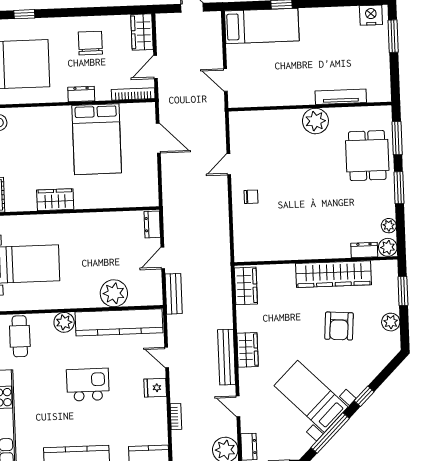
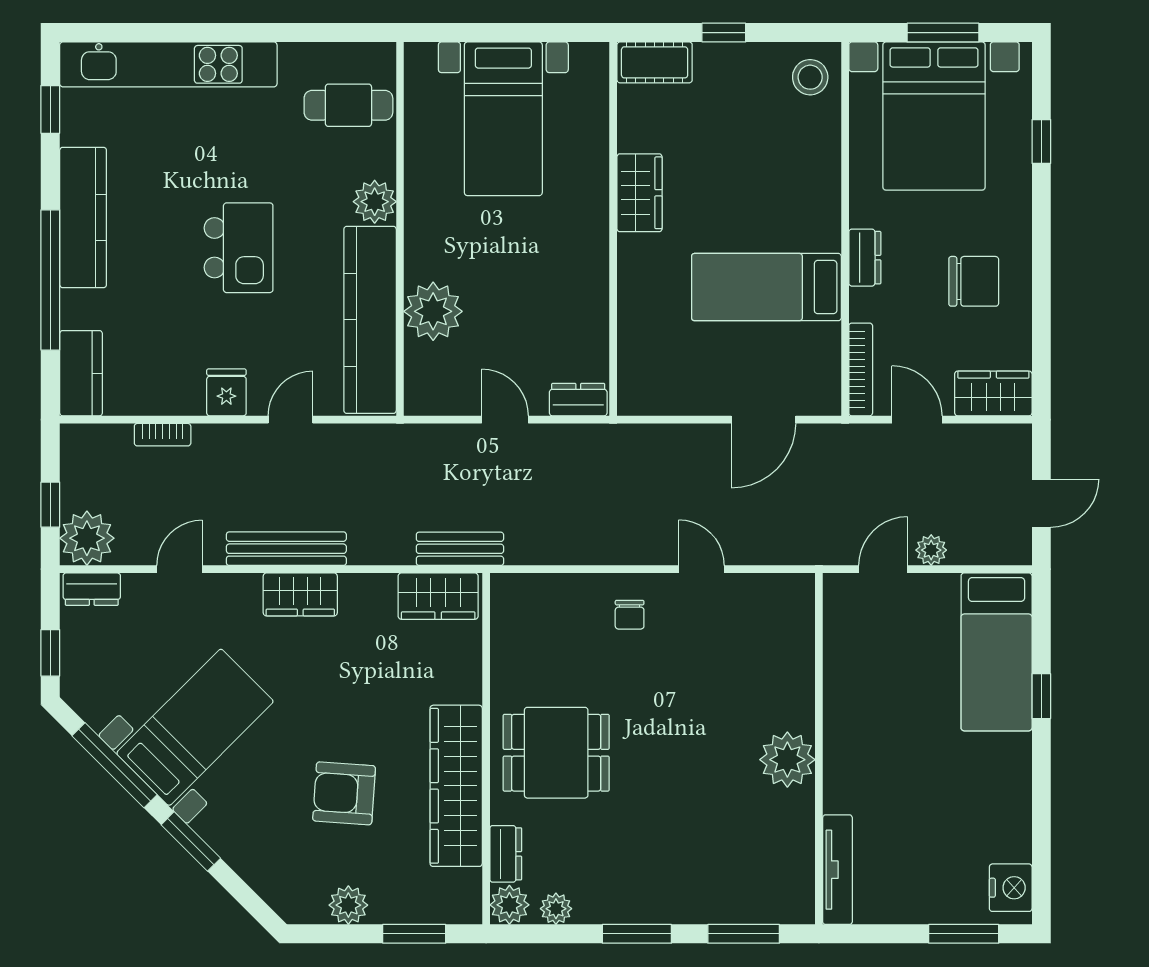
plant: (216, 58) -> (931, 550), added
tv unit: (341, 97) -> (837, 870), moved
bed: (97, 139) -> (766, 287), width x0.67
dining table: (367, 156) -> (556, 753), moved
bench: (174, 294) -> (460, 549), moved
window: (364, 396) -> (191, 841), width x1.50

